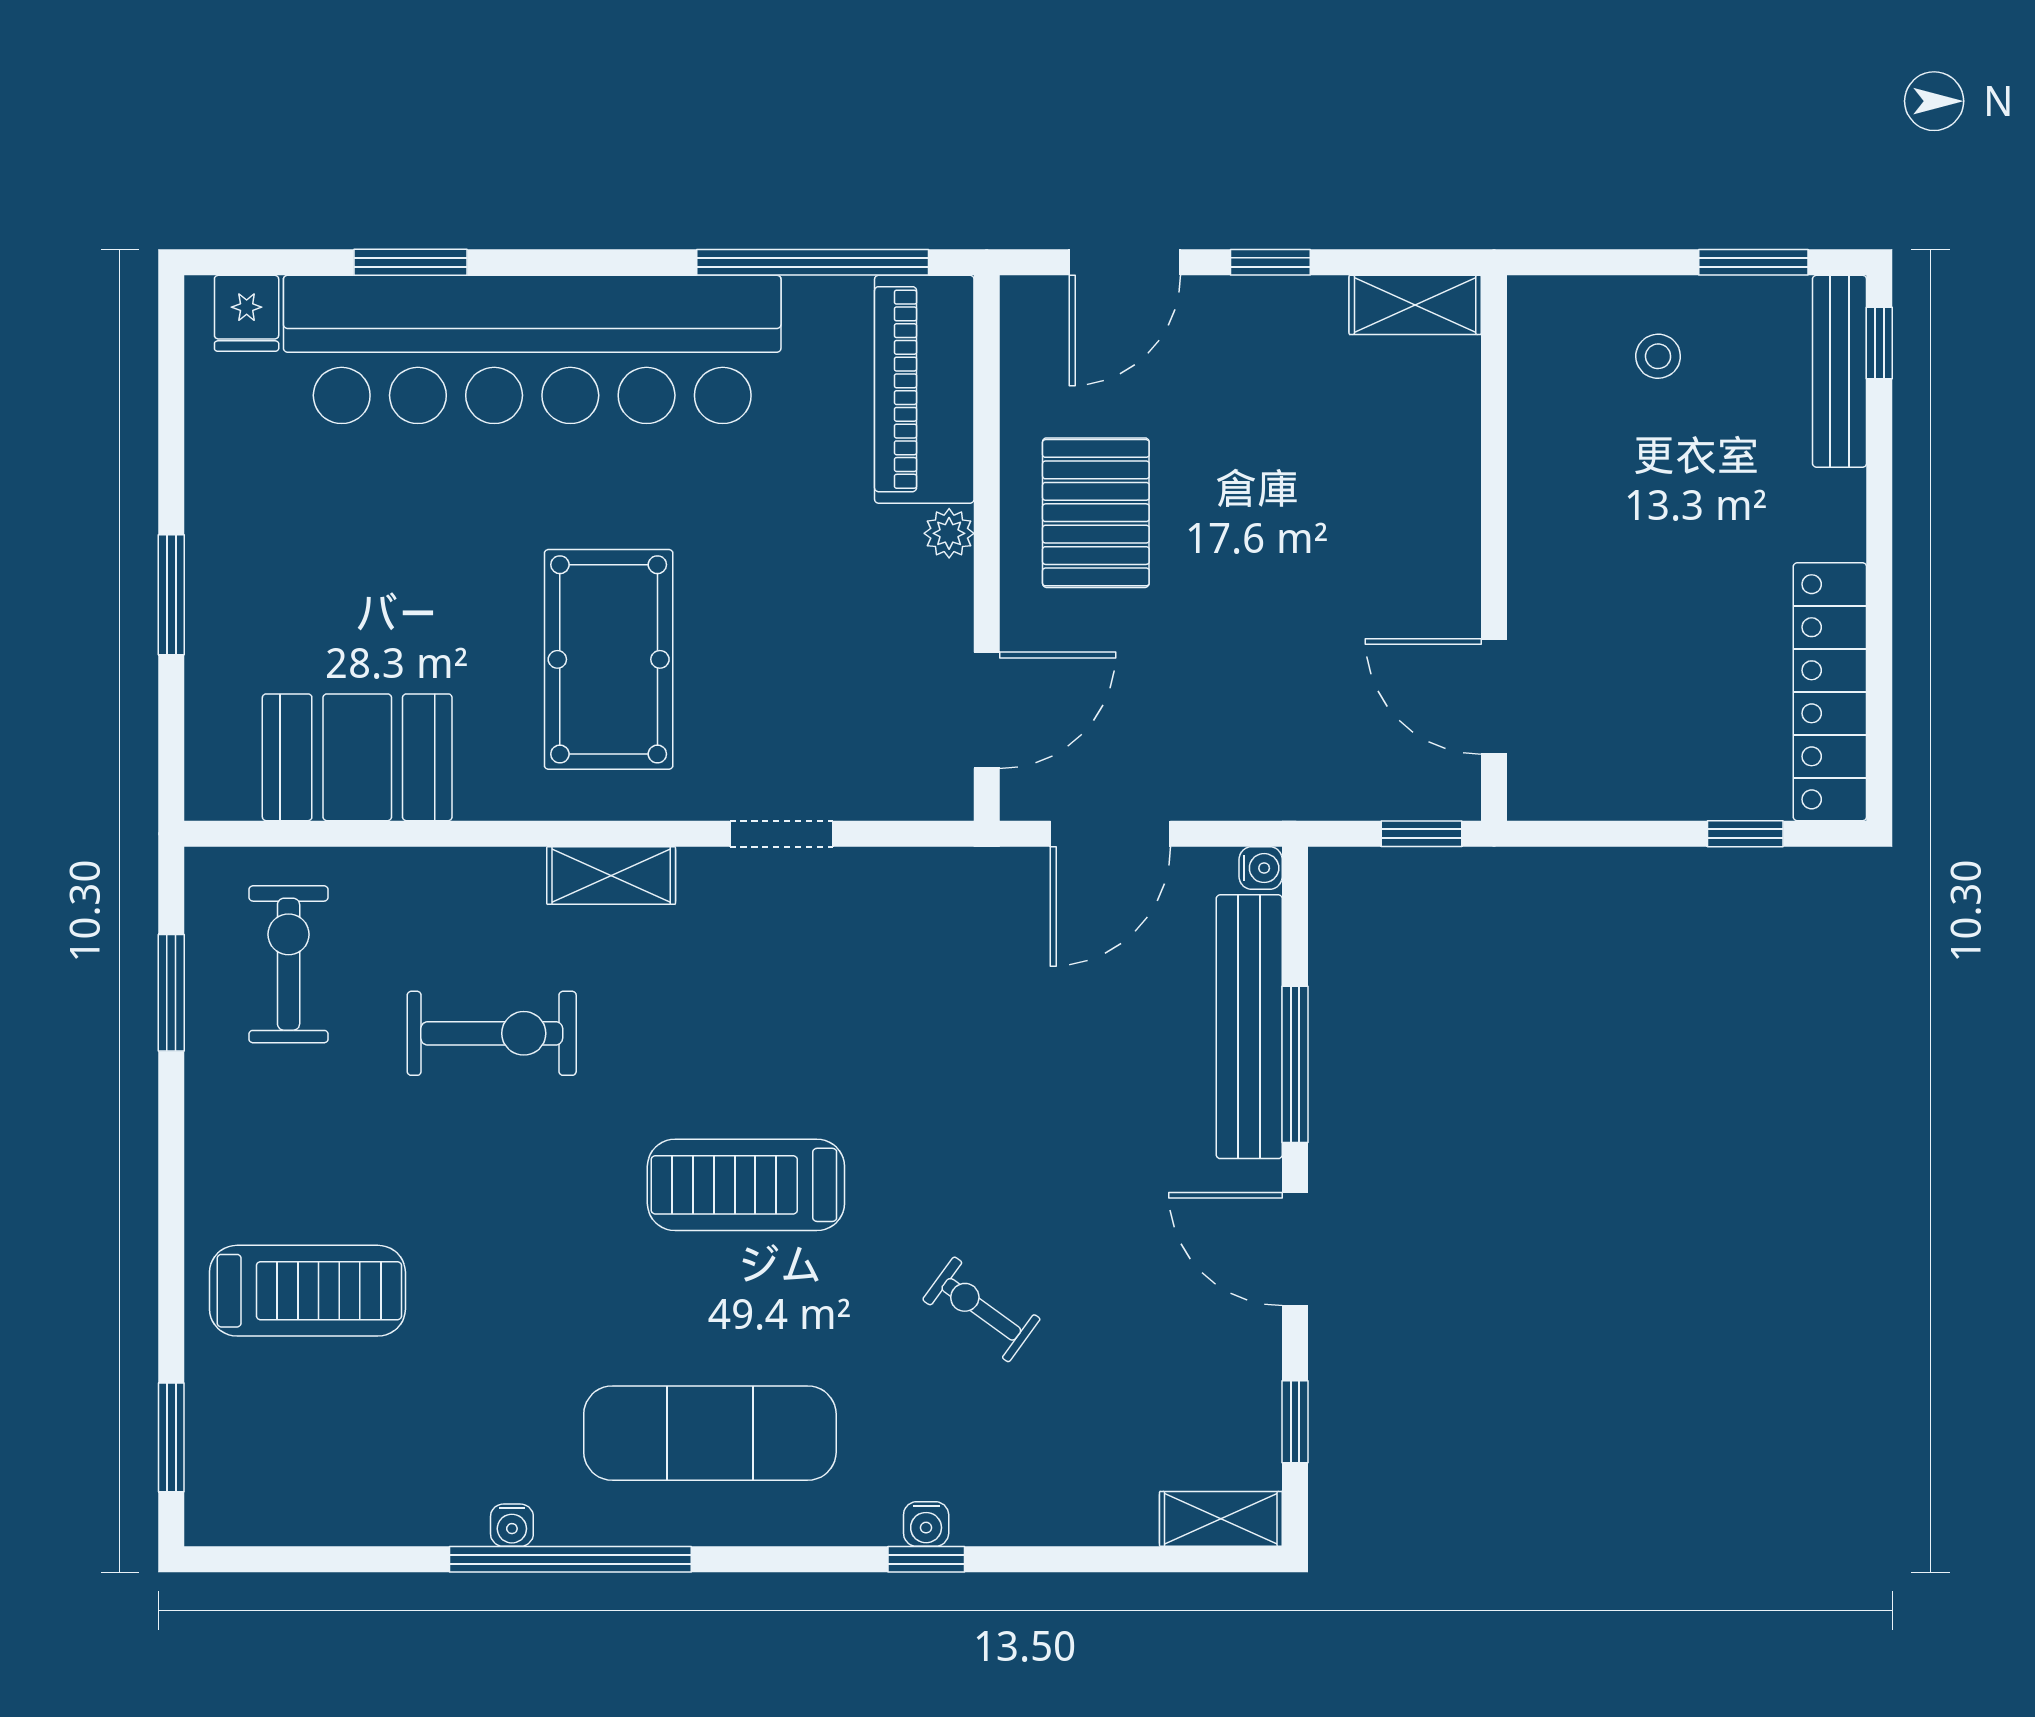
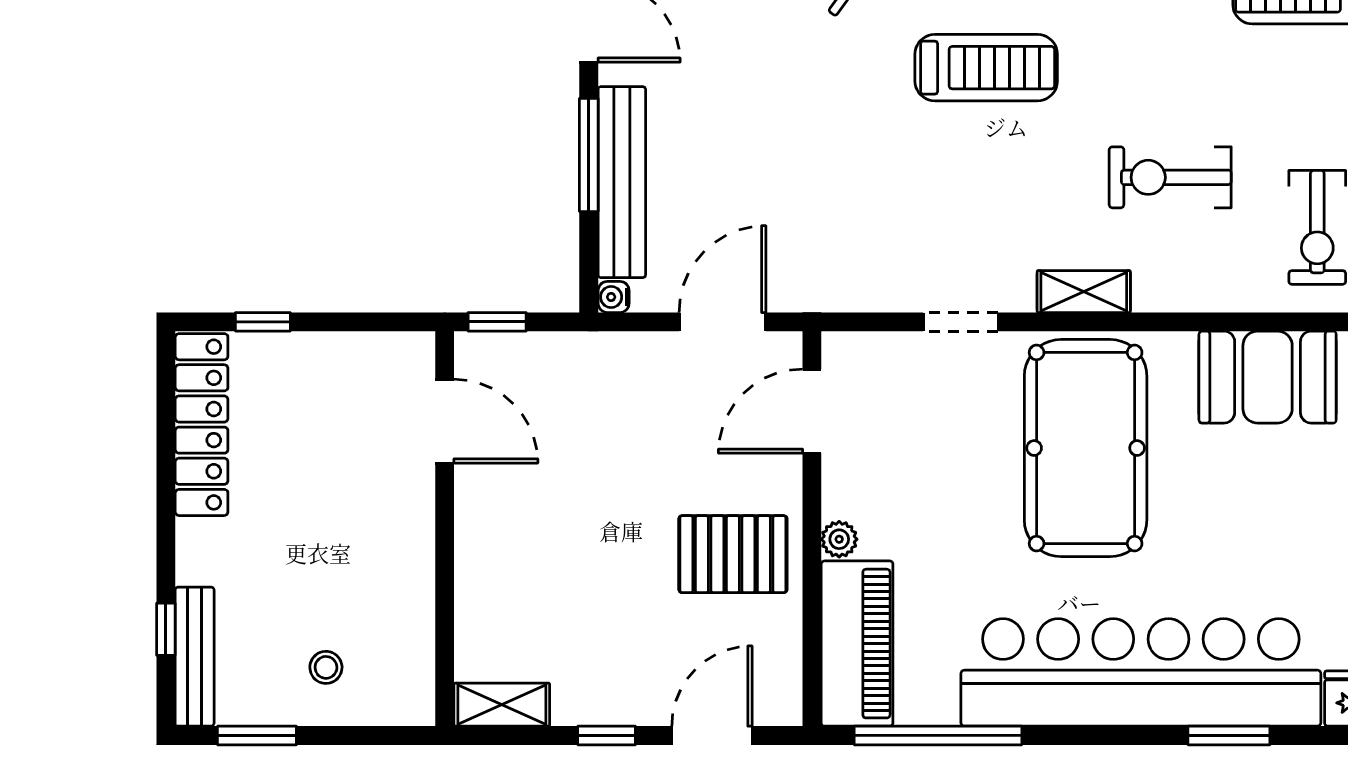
window: (1879, 343) -> (166, 629), moved
pallet: (1096, 513) -> (733, 554), turned 90
pool table: (609, 659) -> (1086, 448), width x1.36, depth x1.32

